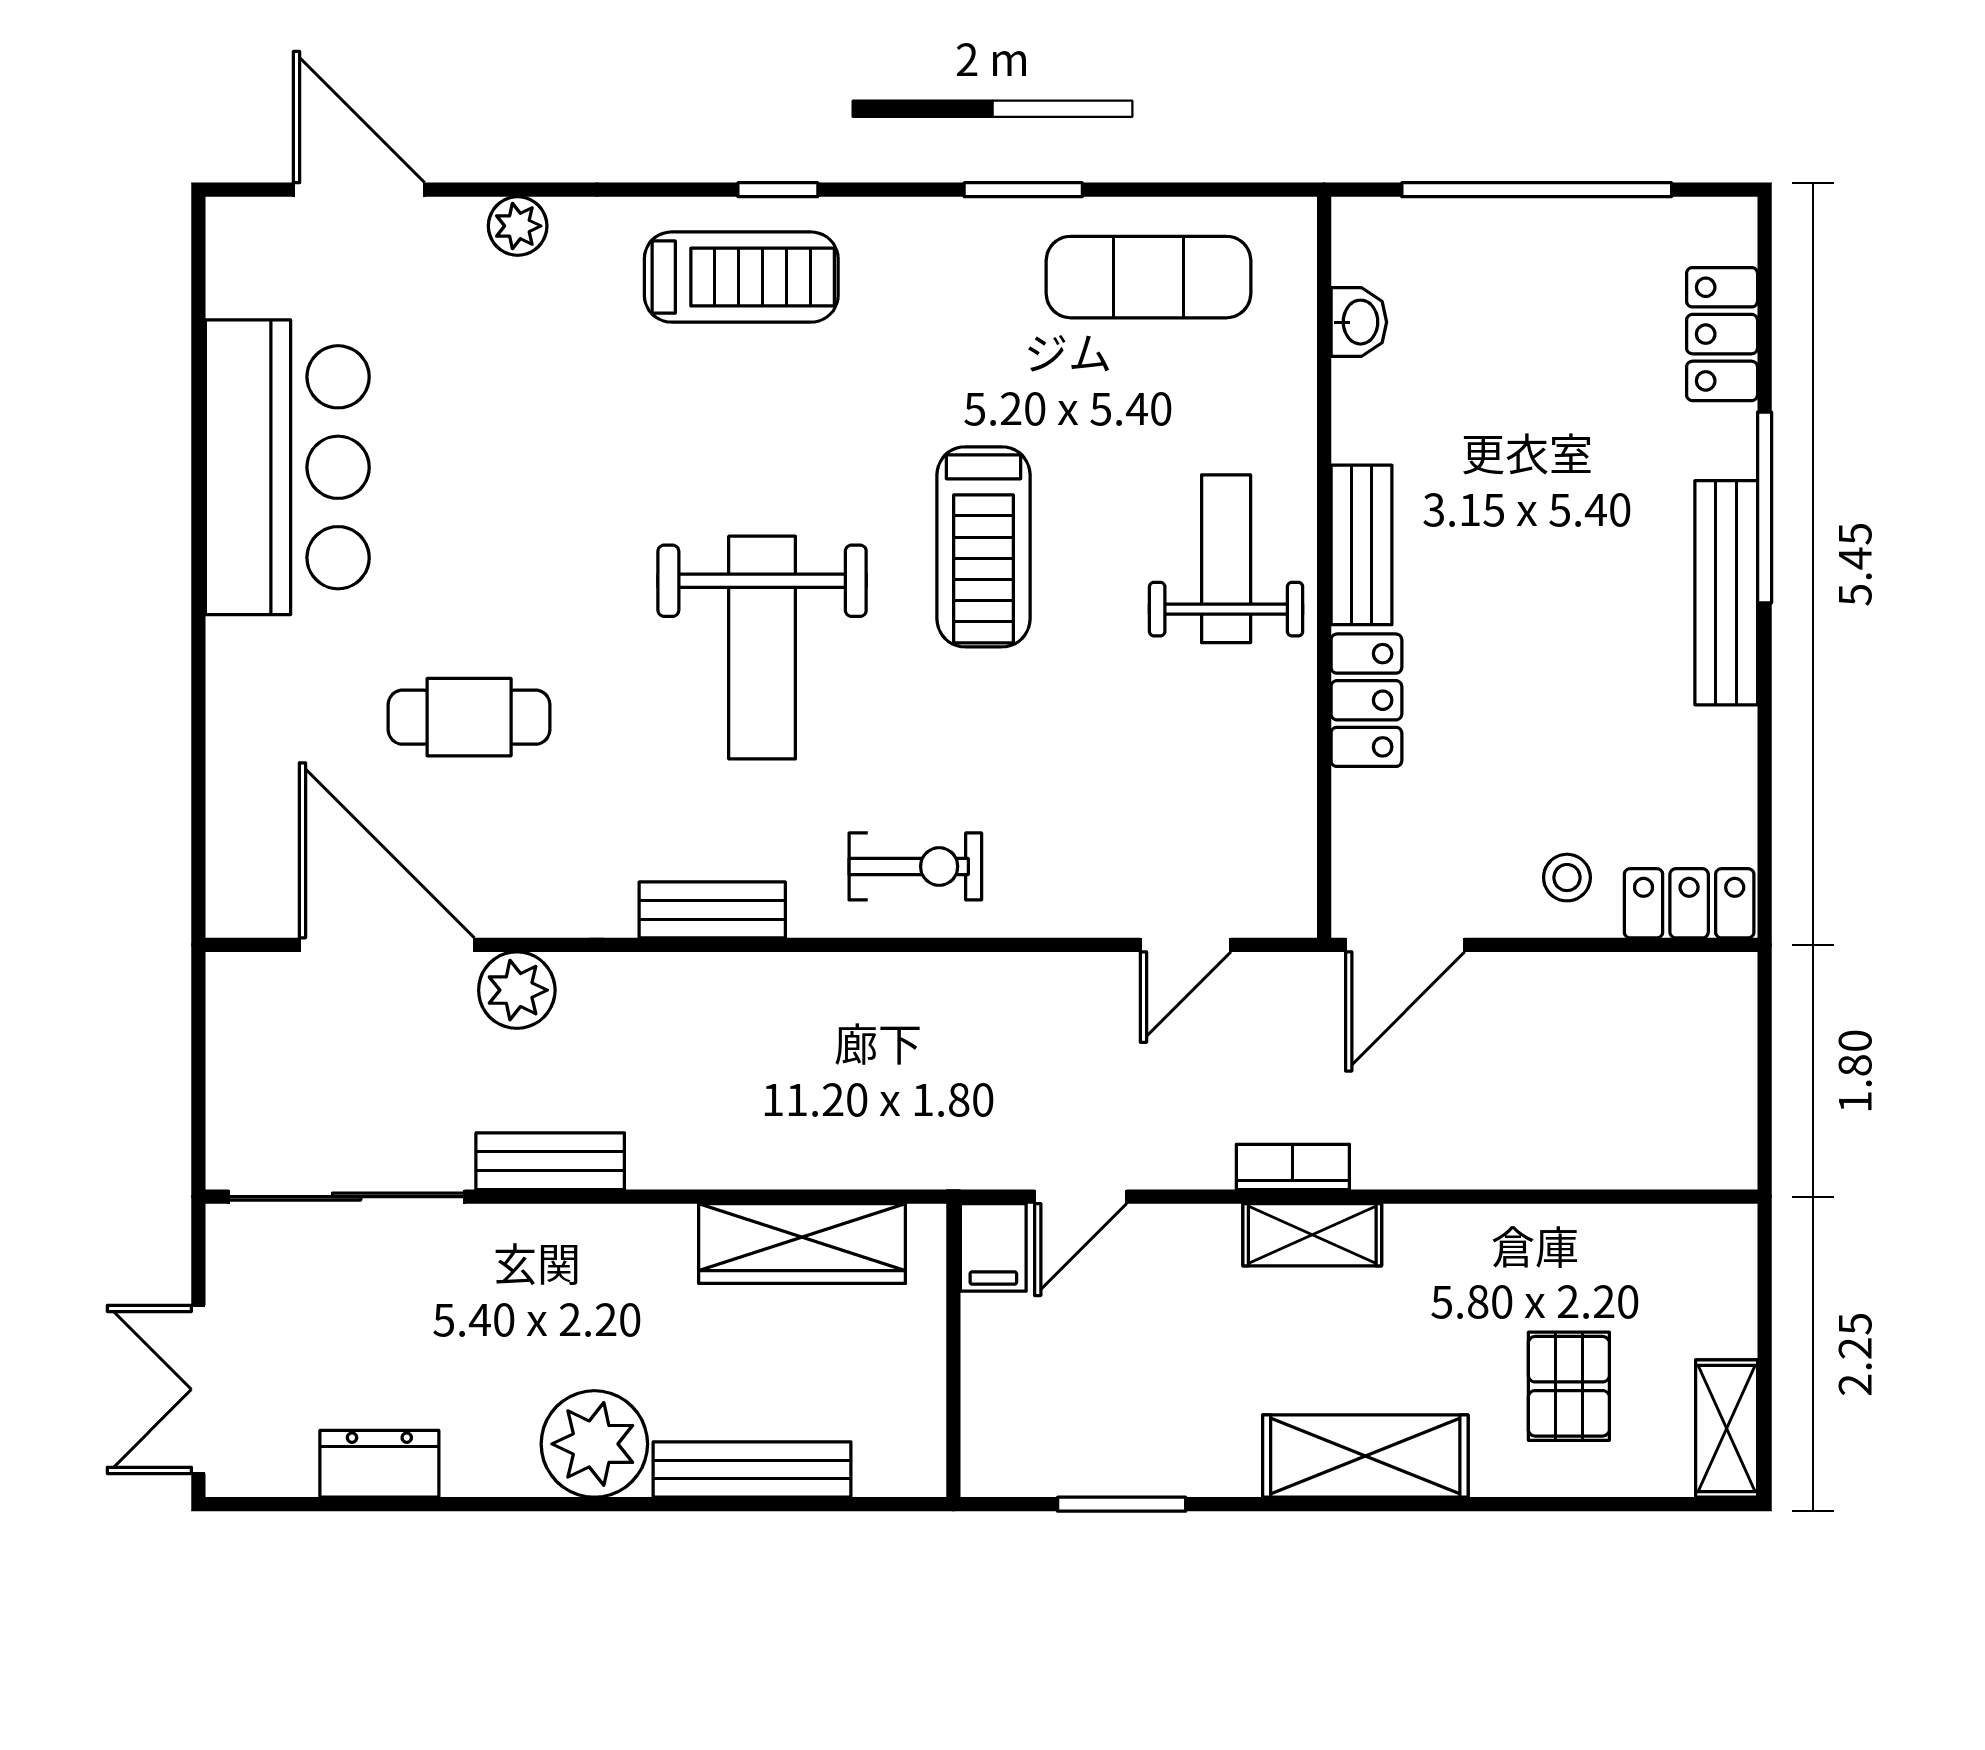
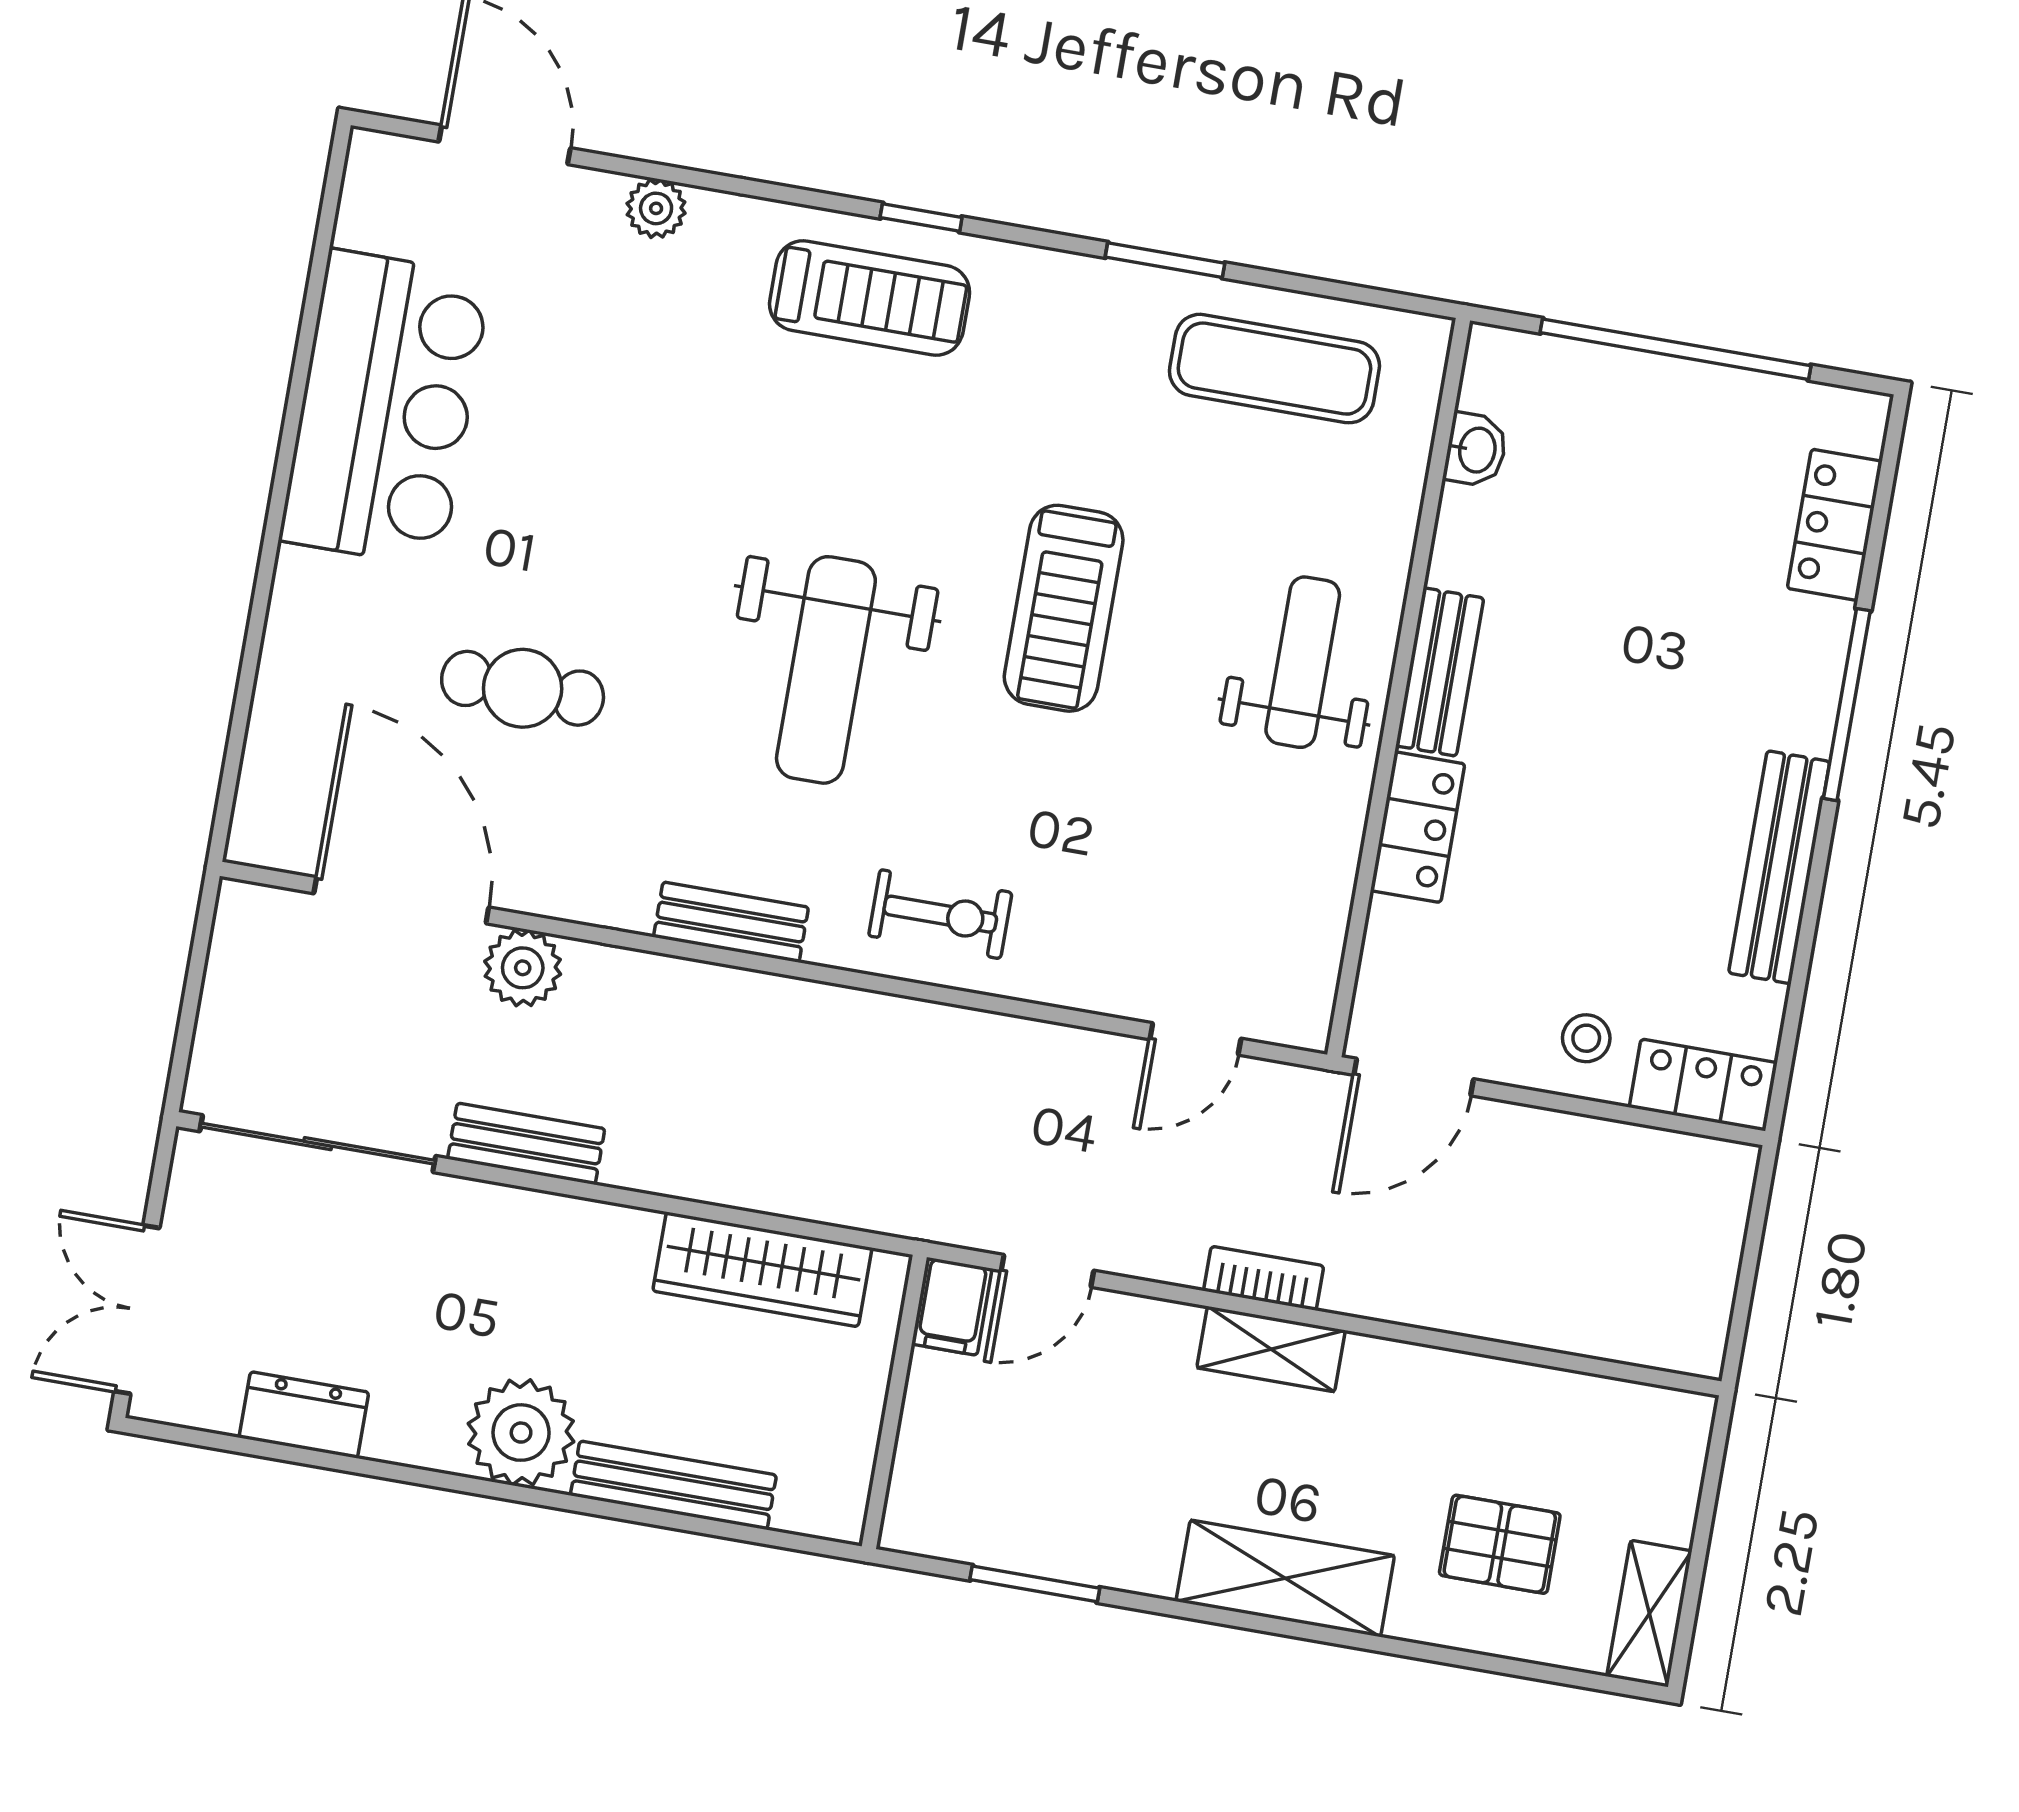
bench: (1726, 593) -> (1779, 867), moved
pallet: (1569, 1386) -> (1500, 1544), turned 90

